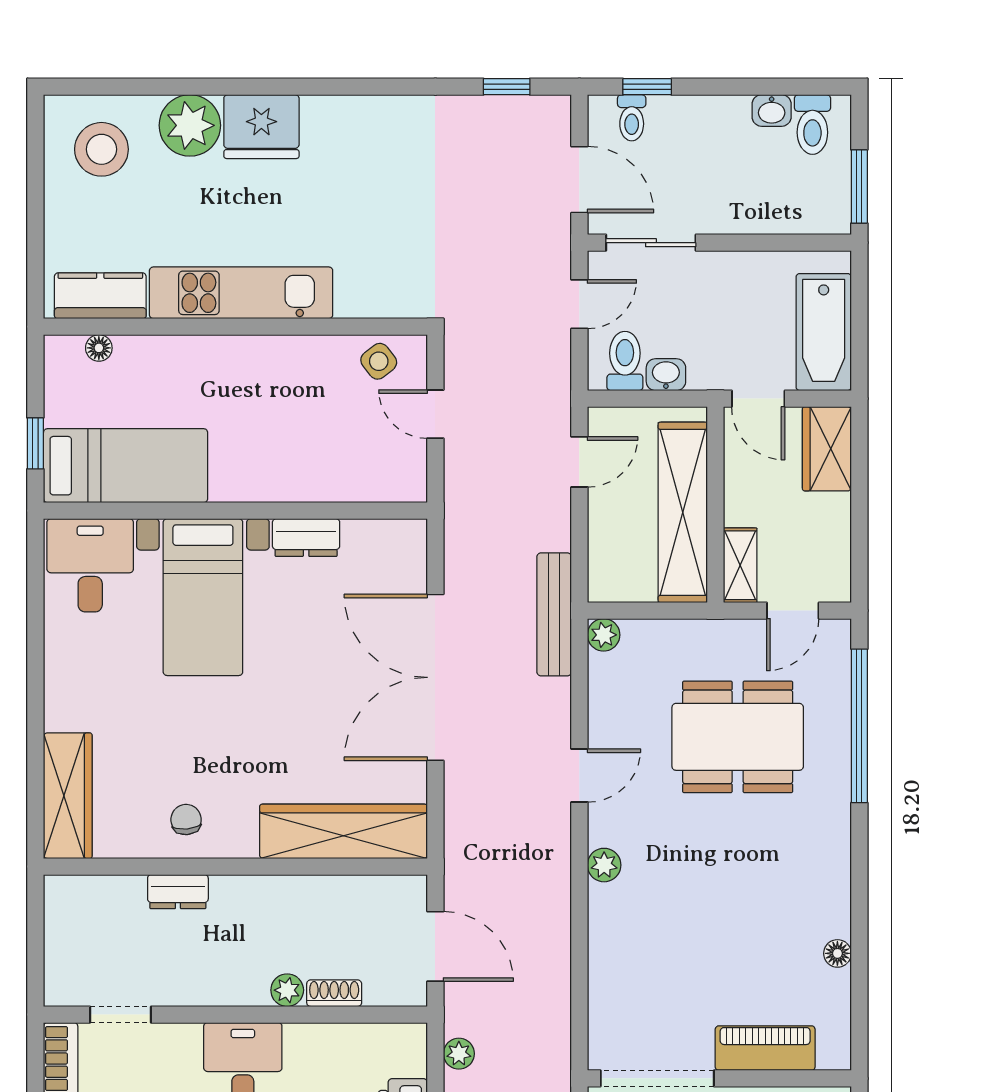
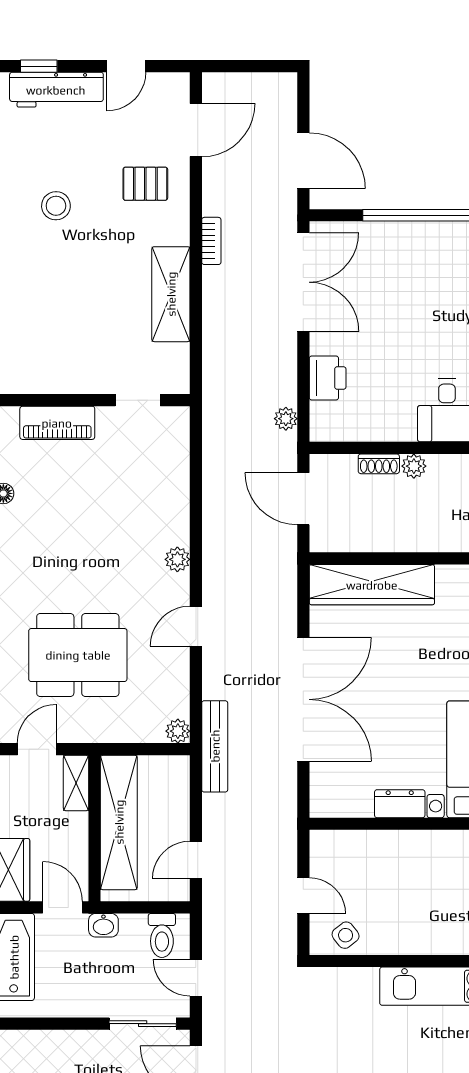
door: (579, 304) -> (196, 978), hinge flipped
washbasin: (666, 375) -> (103, 925), moved
doorway: (657, 1078) -> (138, 400), width x0.53

